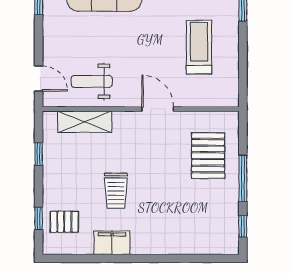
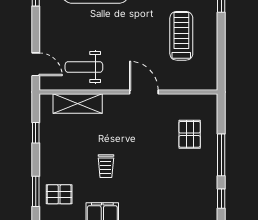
pallet: (208, 156) -> (190, 134), width x0.67, depth x0.71
trolley: (116, 191) -> (106, 166), width x0.73, depth x0.72
window: (39, 218) -> (36, 191), width x1.50

